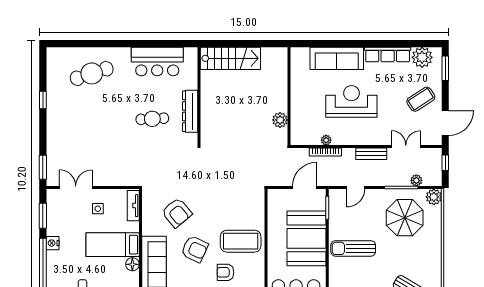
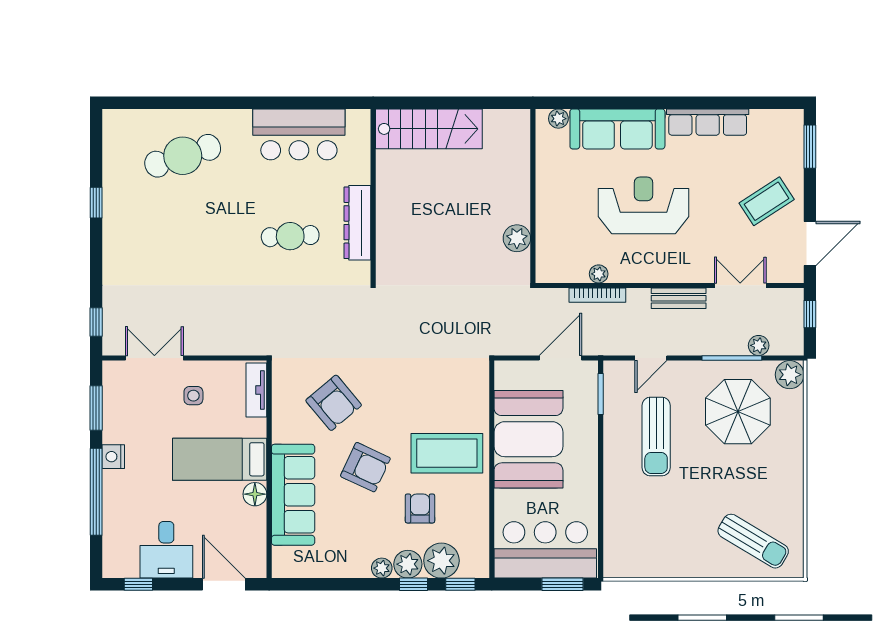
plant: (422, 57) -> (558, 119), moved, width x0.53, depth x0.53
window: (43, 167) -> (96, 322), width x0.67
booth: (307, 238) -> (528, 439), moved
sun lounger: (353, 248) -> (656, 437), moved, turned -90
armchair: (225, 272) -> (420, 508), turned 90

